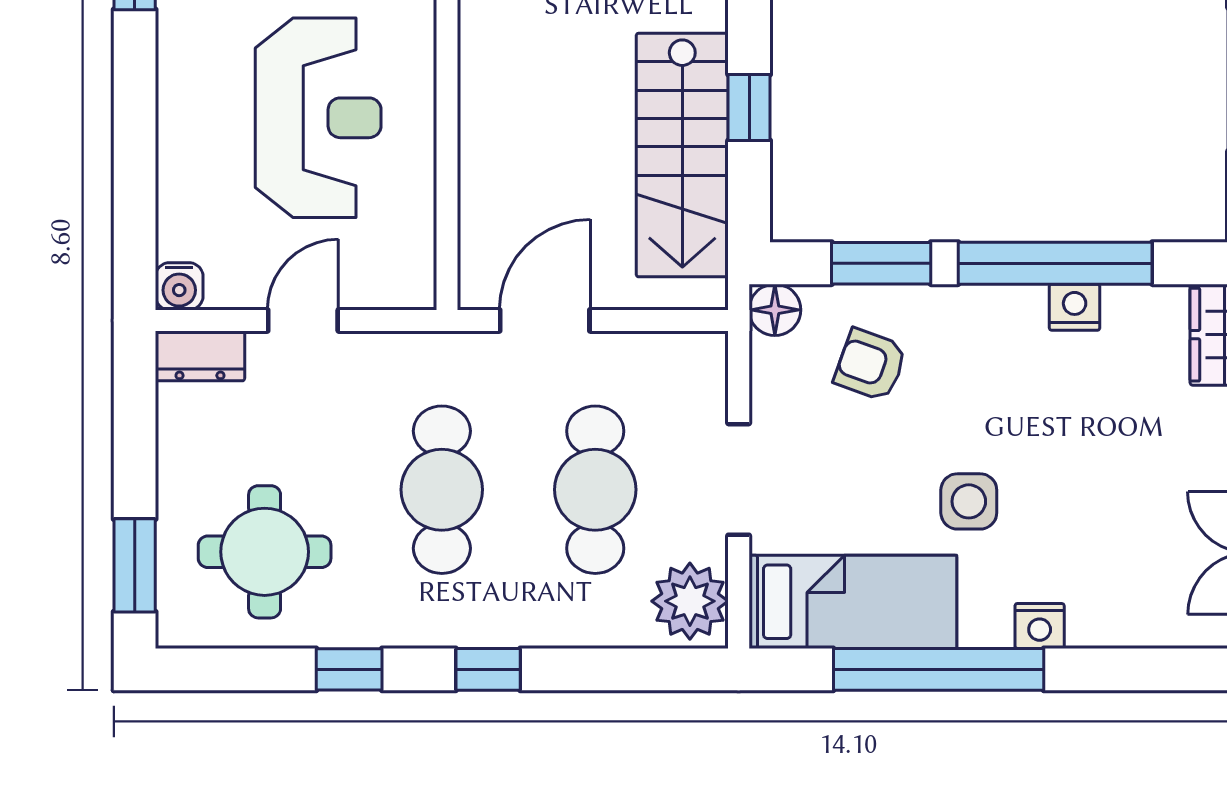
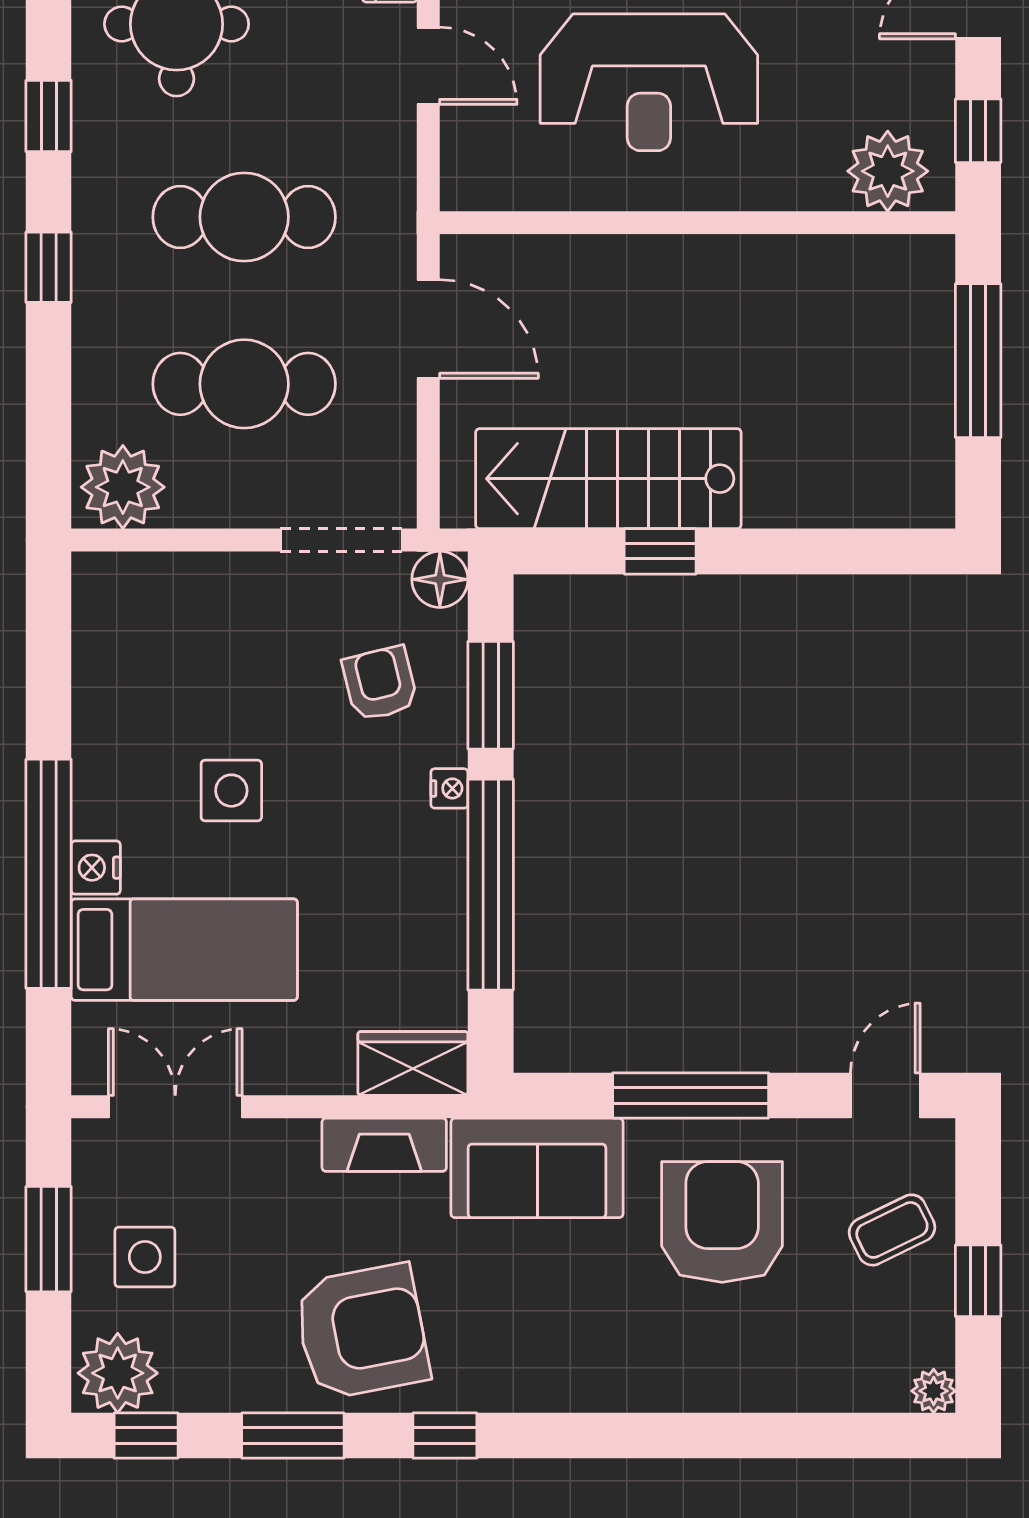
nightstand: (1075, 307) -> (449, 788), moved, width x0.72, depth x0.74
armchair: (870, 365) -> (380, 683), turned -34
doorway: (739, 479) -> (341, 540), moved
bed: (853, 602) -> (184, 950), moved, turned -90
window: (939, 669) -> (49, 874), moved

